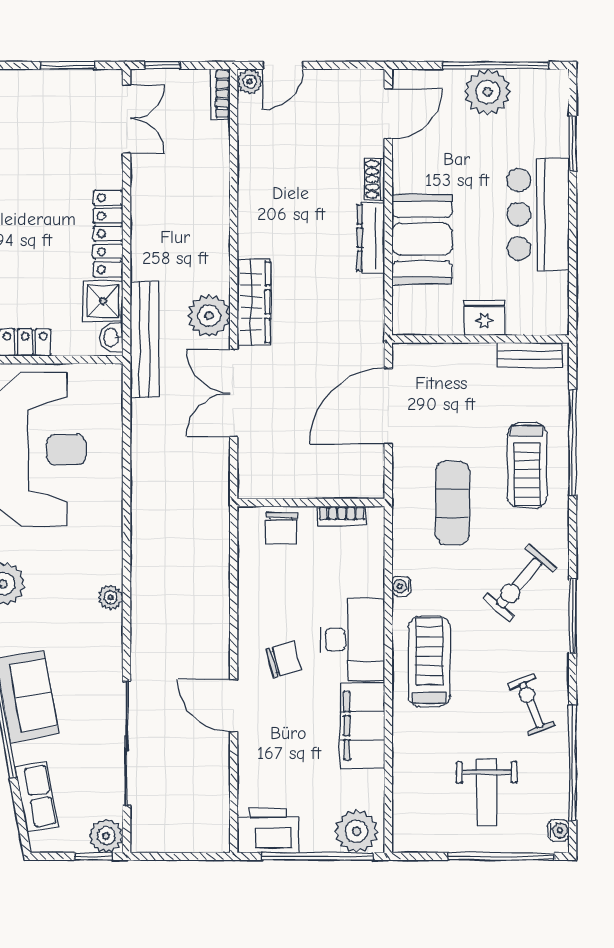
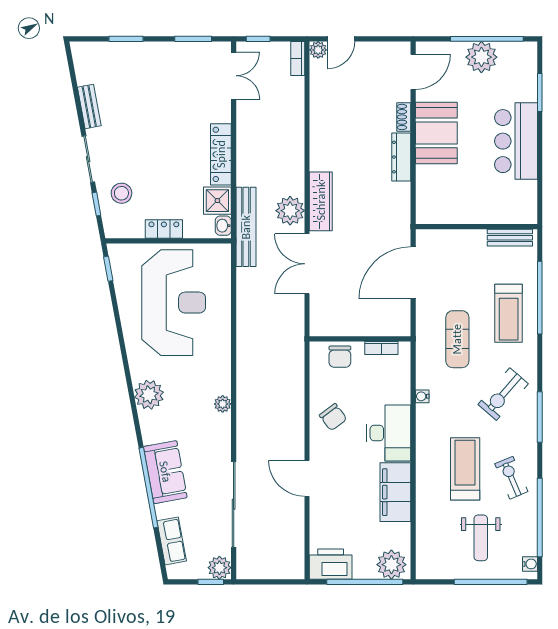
booth: (422, 239) -> (436, 133), moved
fridge: (484, 318) -> (479, 212), removed
chair: (284, 660) -> (333, 417), moved, turned 68
treadmill: (429, 661) -> (465, 469), moved

